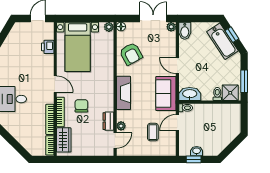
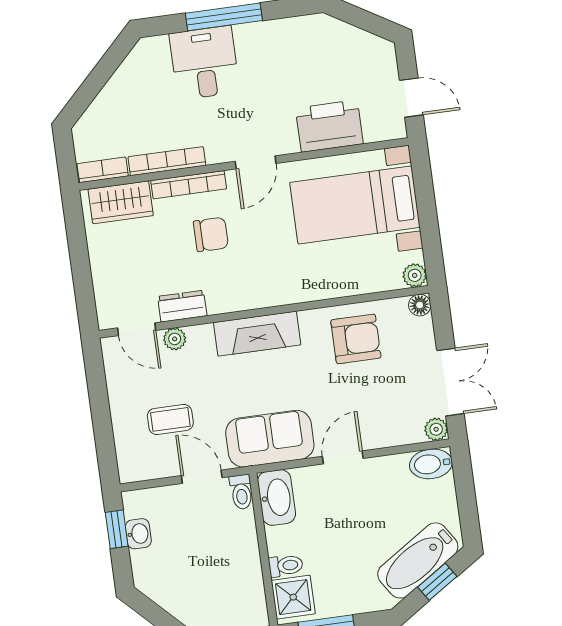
printer: (48, 47) -> (329, 126), width x1.87, depth x1.48
armchair: (131, 54) -> (356, 339), turned -151

